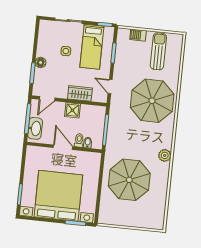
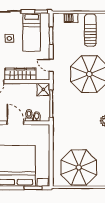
wardrobe: (80, 93) -> (20, 74), width x1.50
shower: (72, 110) -> (43, 90), moved
parasol: (129, 180) -> (79, 167), moved

